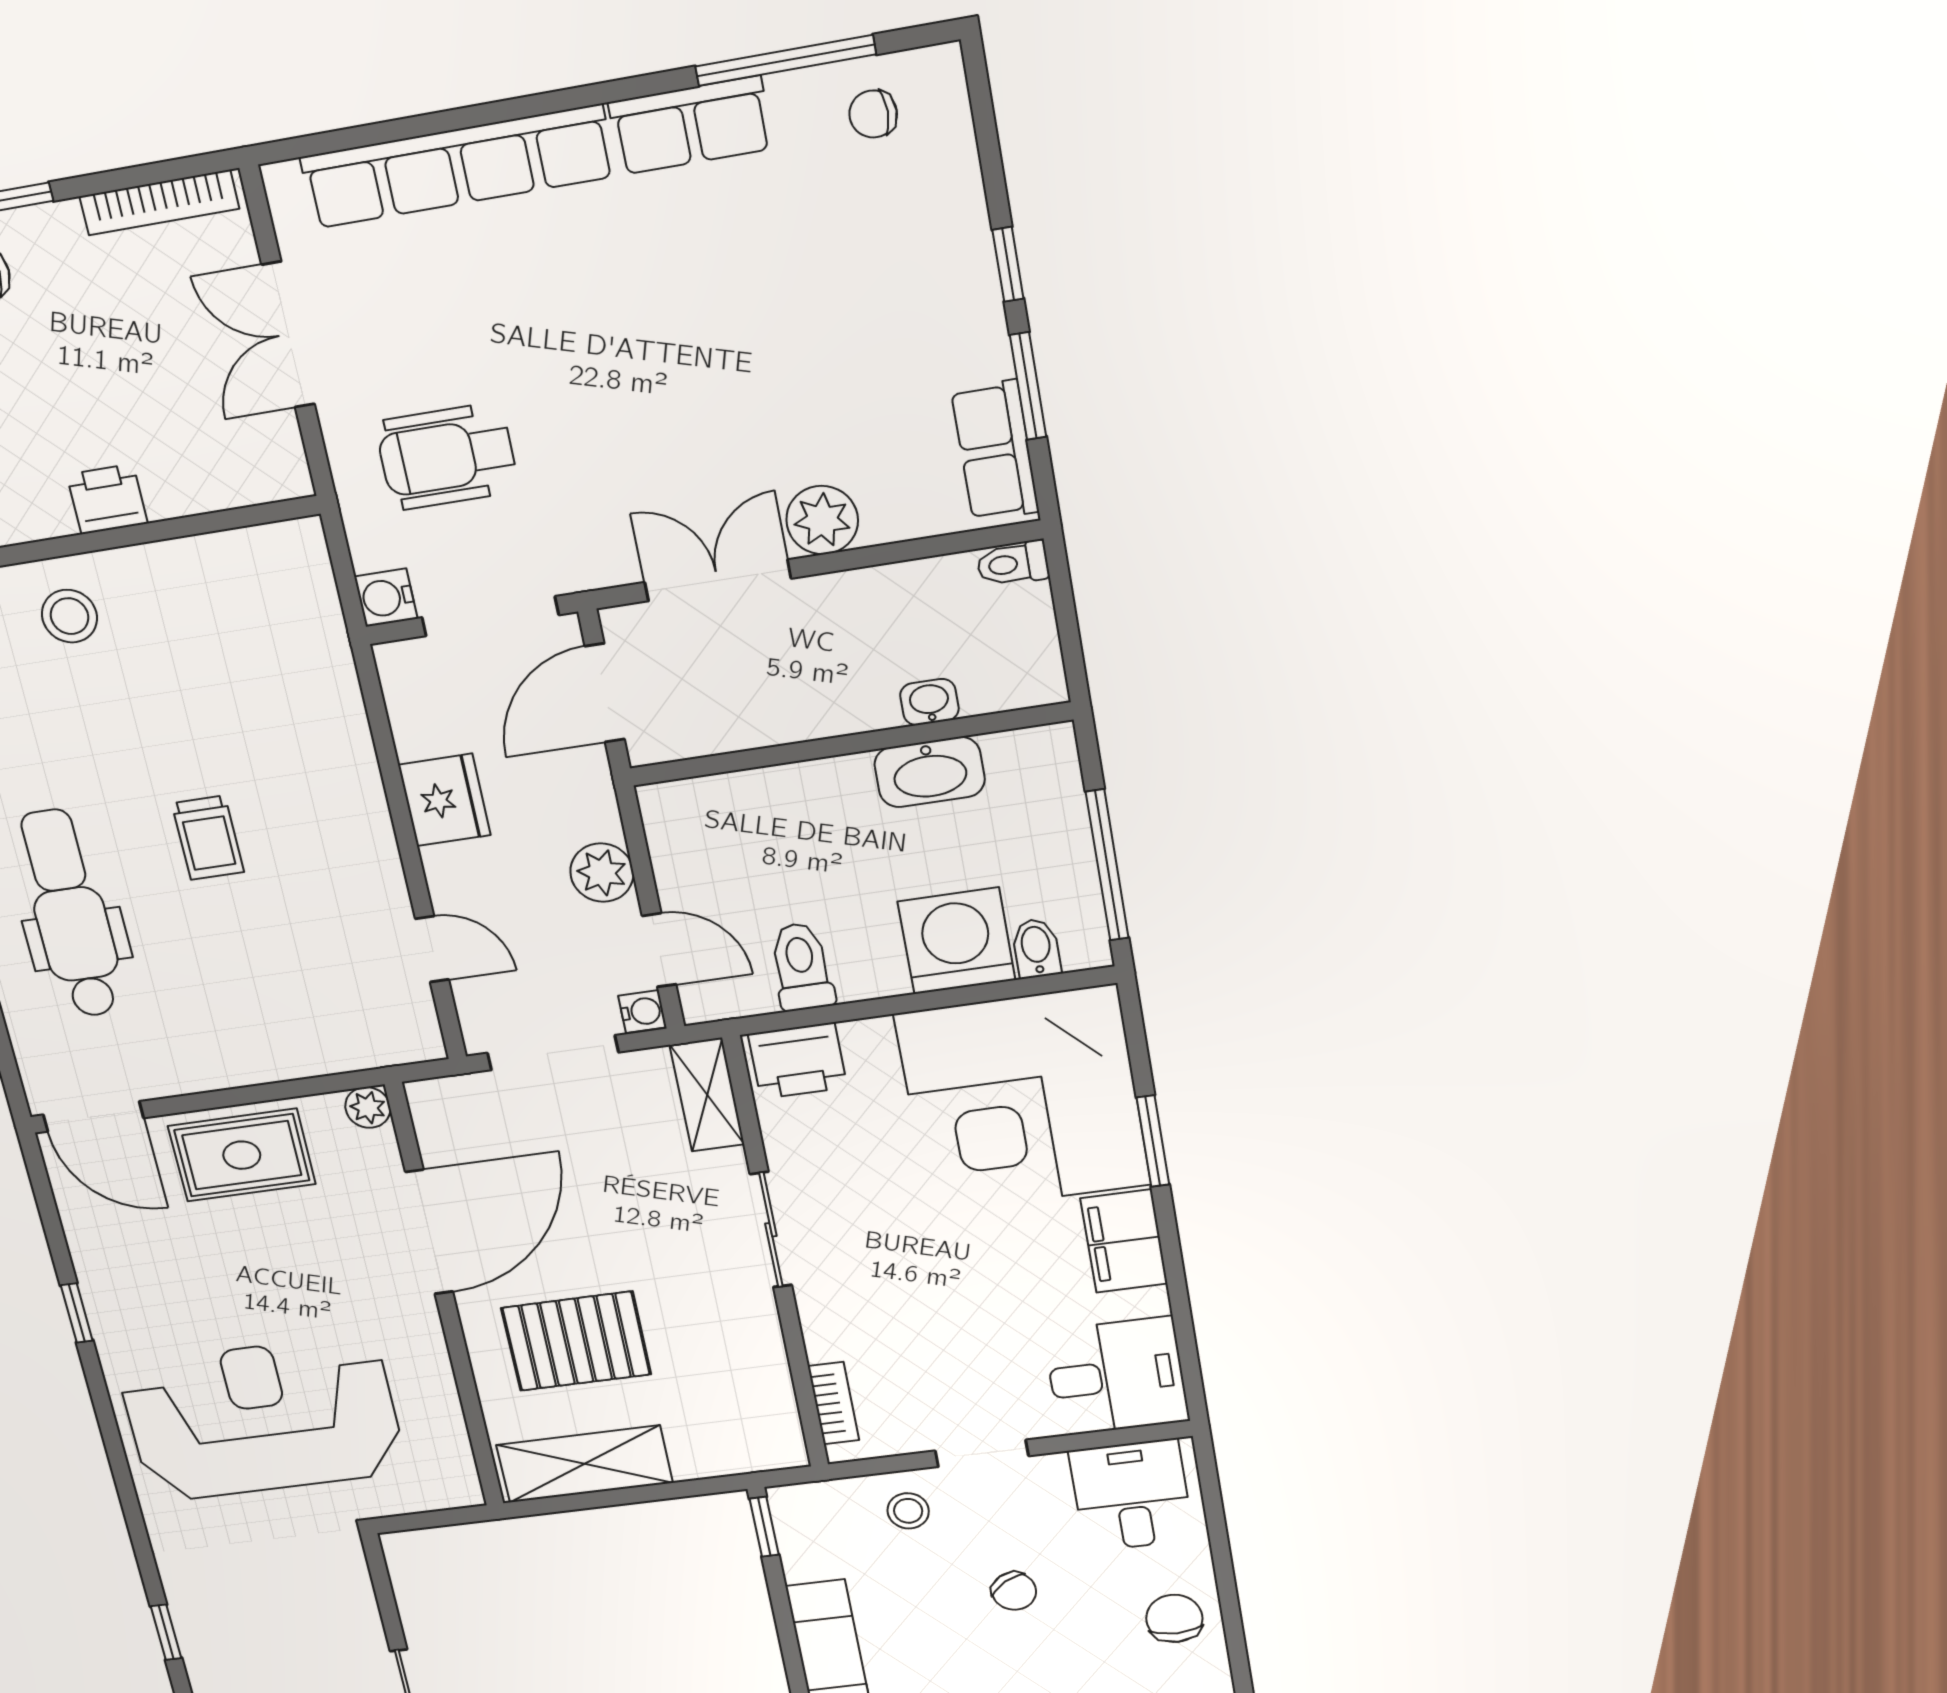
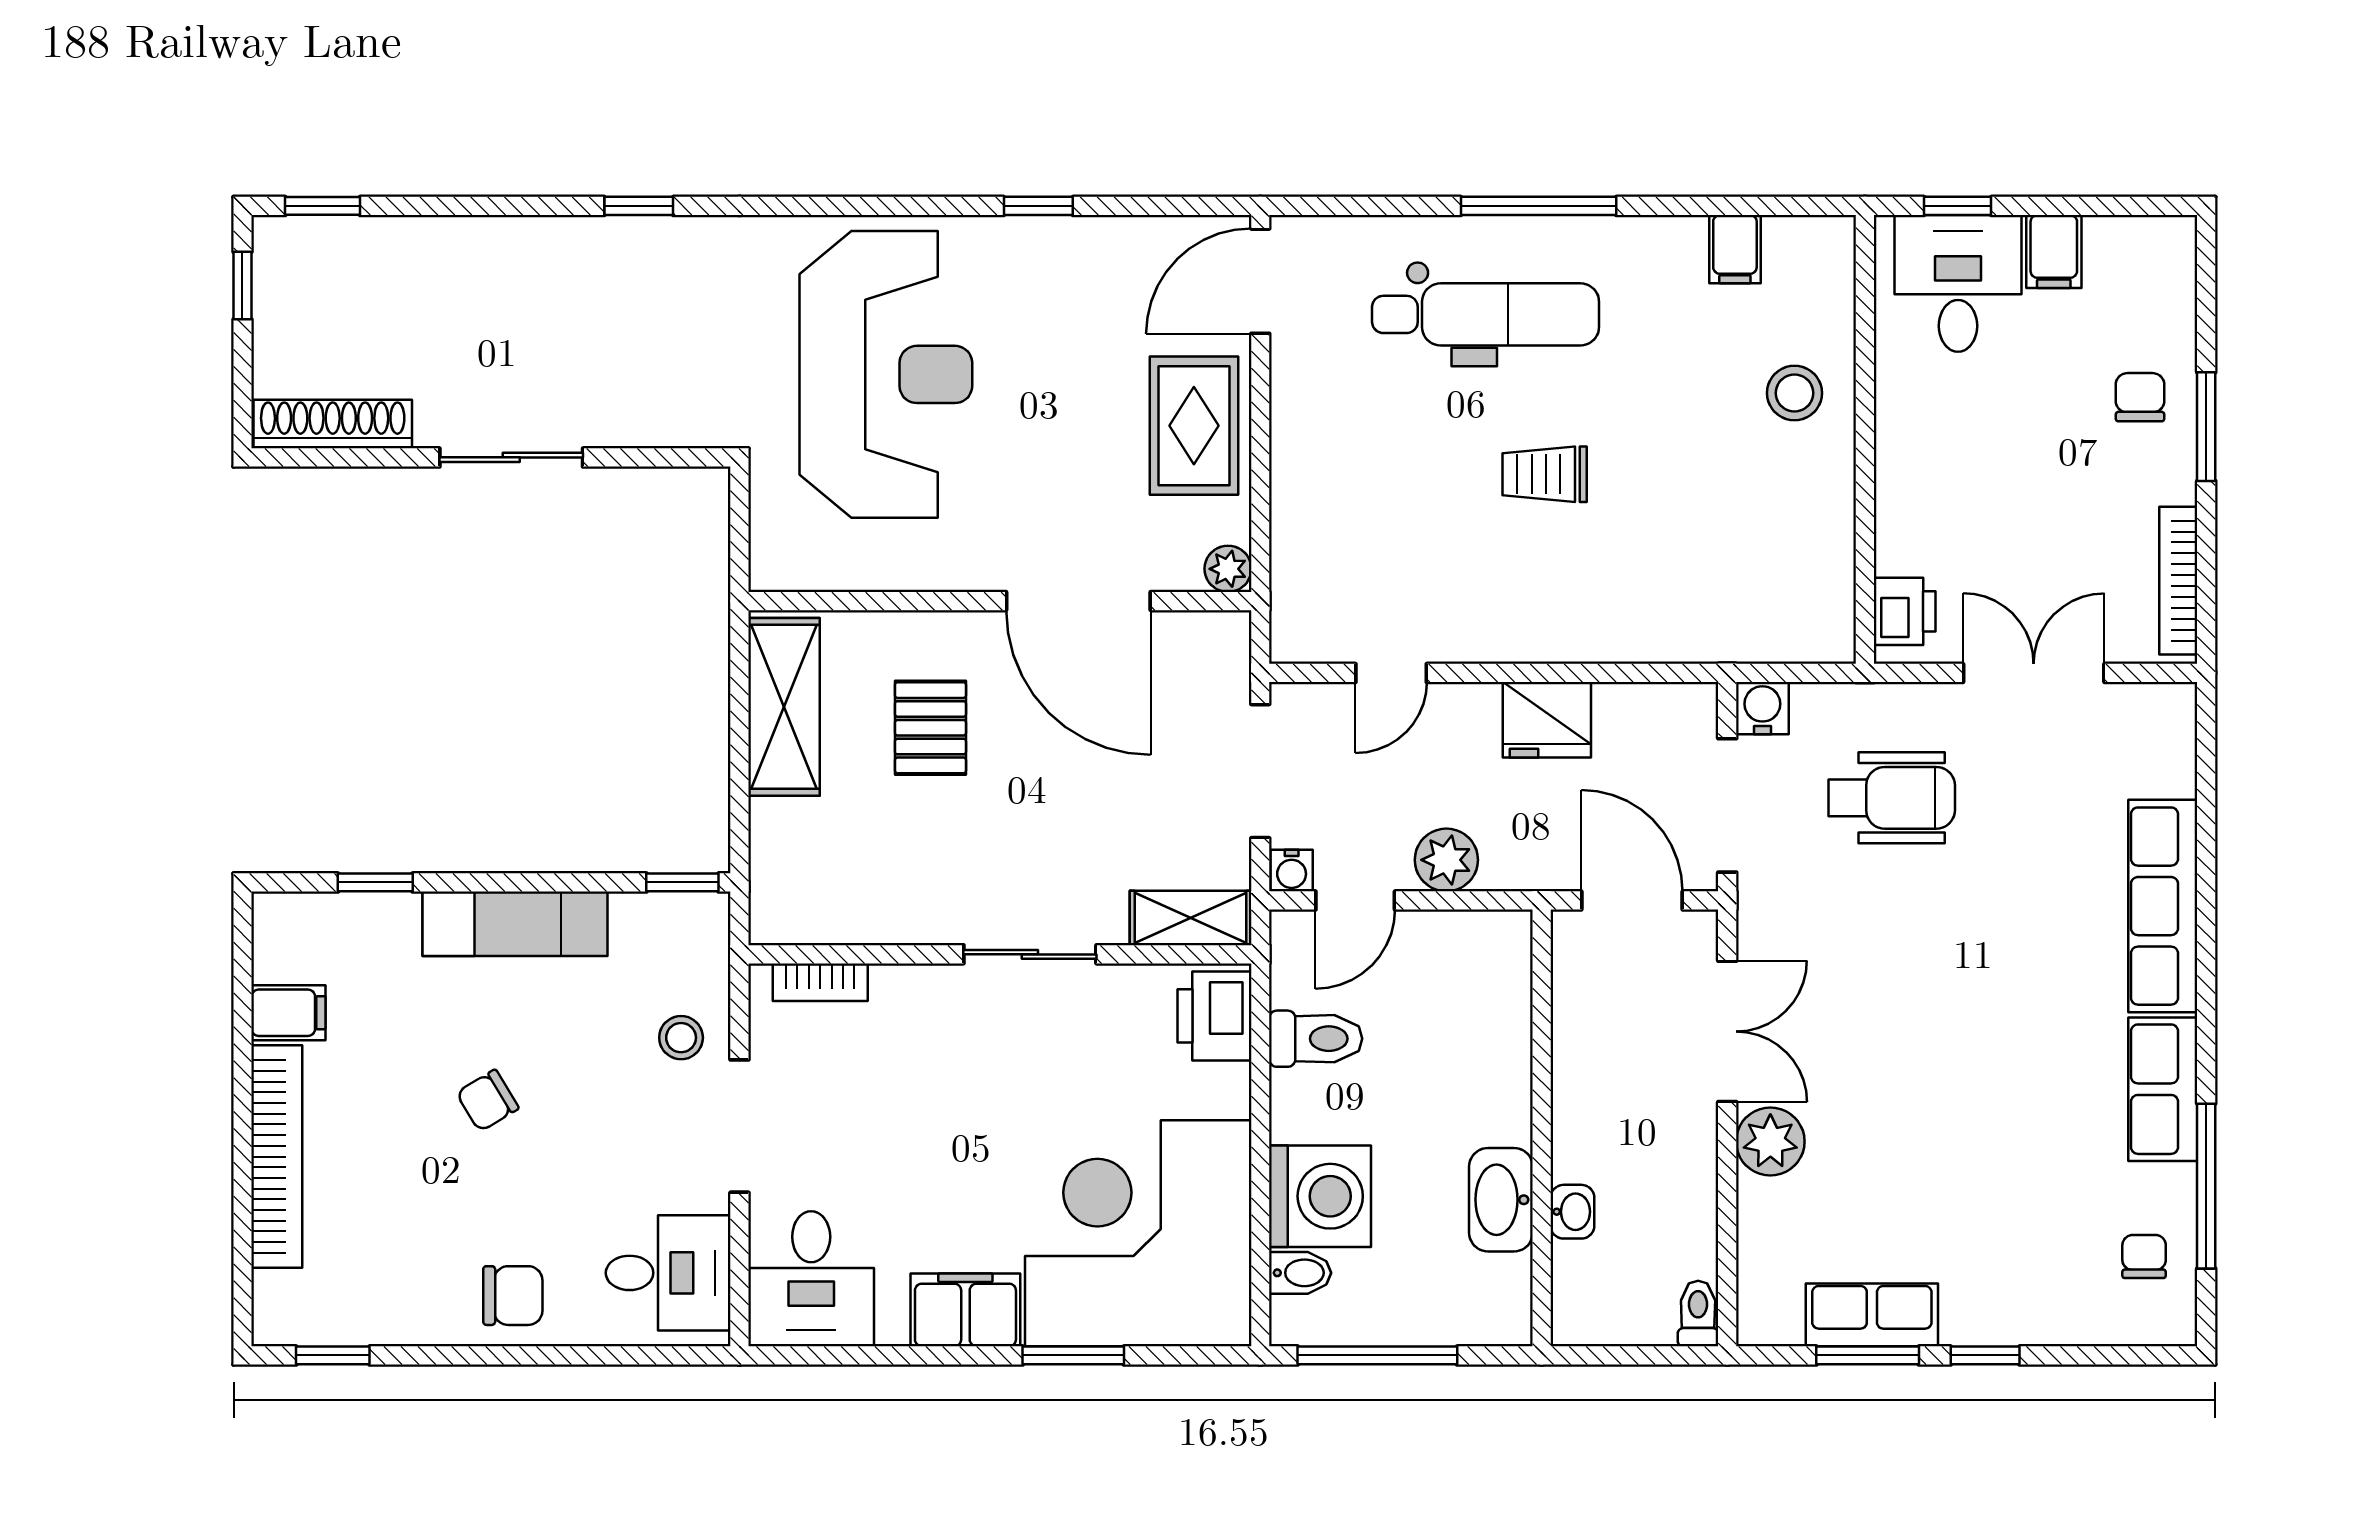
row of seats: (458, 167) -> (2163, 906), width x0.73
row of seats: (995, 451) -> (1872, 1315), moved
wheelchair: (447, 456) -> (1892, 798), turned 90
printer: (107, 499) -> (1905, 611), moved
pallet: (576, 1341) -> (930, 728), width x0.67, depth x0.71
doorway: (982, 1453) -> (739, 1126), width x1.38
chair: (1014, 1591) -> (488, 1100), moved

